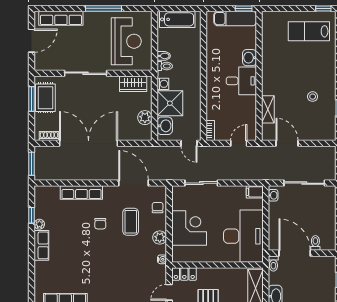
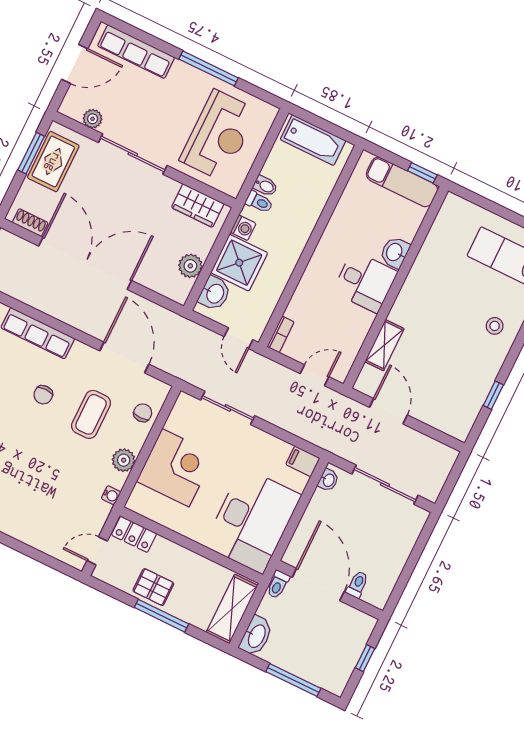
plant: (55, 65) -> (93, 119), added
stool: (313, 97) -> (495, 326), moved

